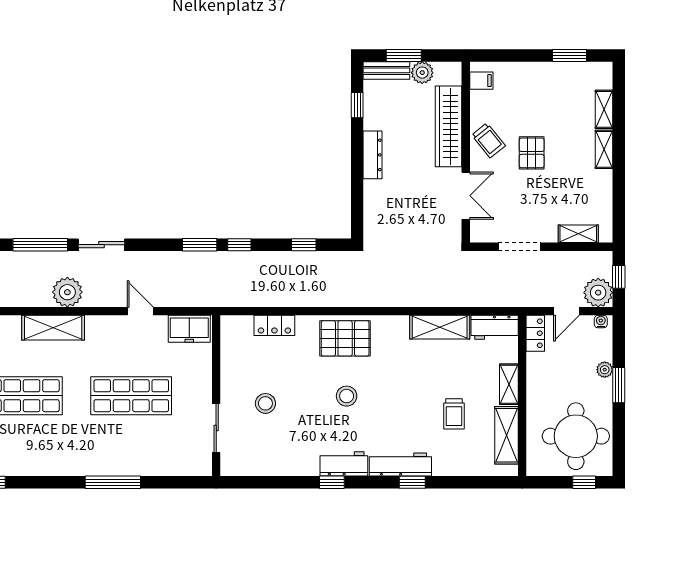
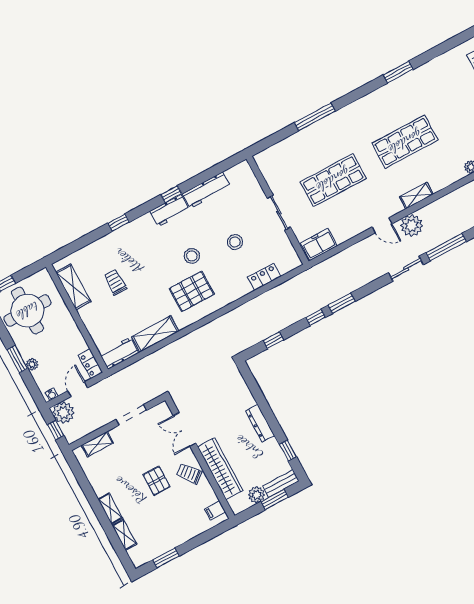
door: (140, 311) -> (382, 225), moved
shelving: (53, 328) -> (416, 196), width x0.67, depth x0.75
pallet: (345, 338) -> (192, 291), moved
shelving: (509, 384) -> (90, 321), removed
stool: (265, 403) -> (235, 242), moved
sliding door: (216, 428) -> (279, 213), moved
workbench: (400, 465) -> (207, 190), moved

